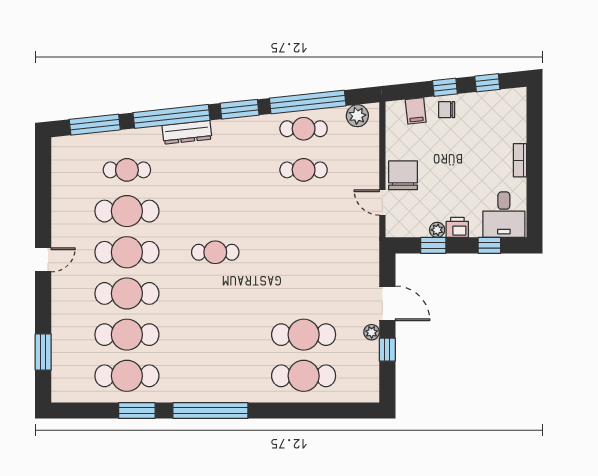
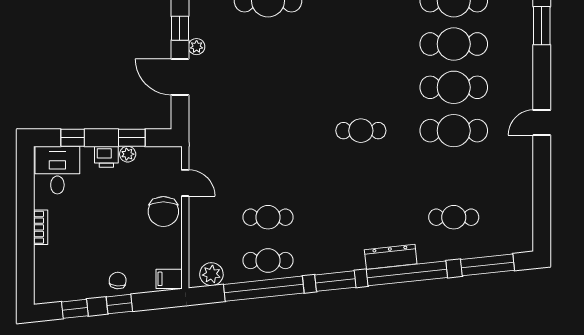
chair: (447, 110) -> (118, 281), turned -85
filing cabinet: (416, 111) -> (169, 279), moved, turned -84
cafe table: (127, 211) -> (454, 174), removed
cafe table: (304, 335) -> (268, 44), removed

